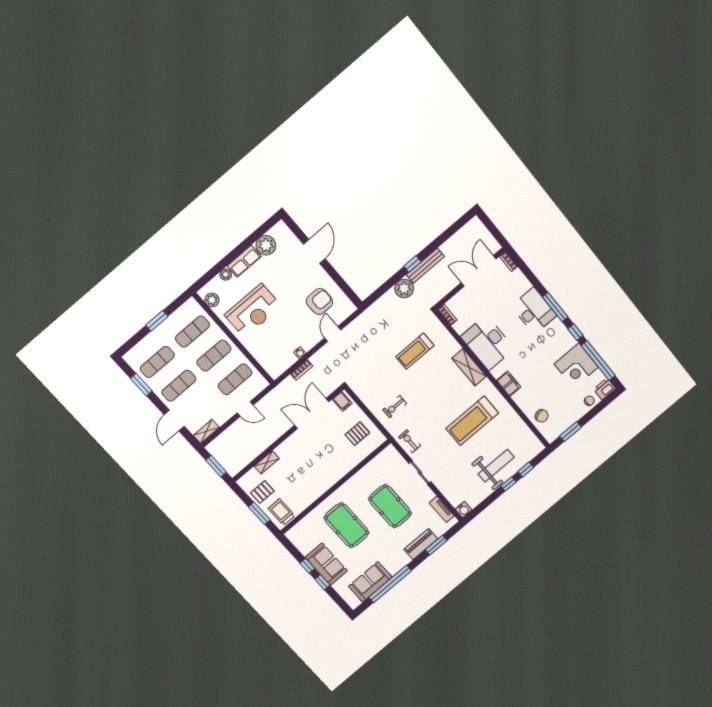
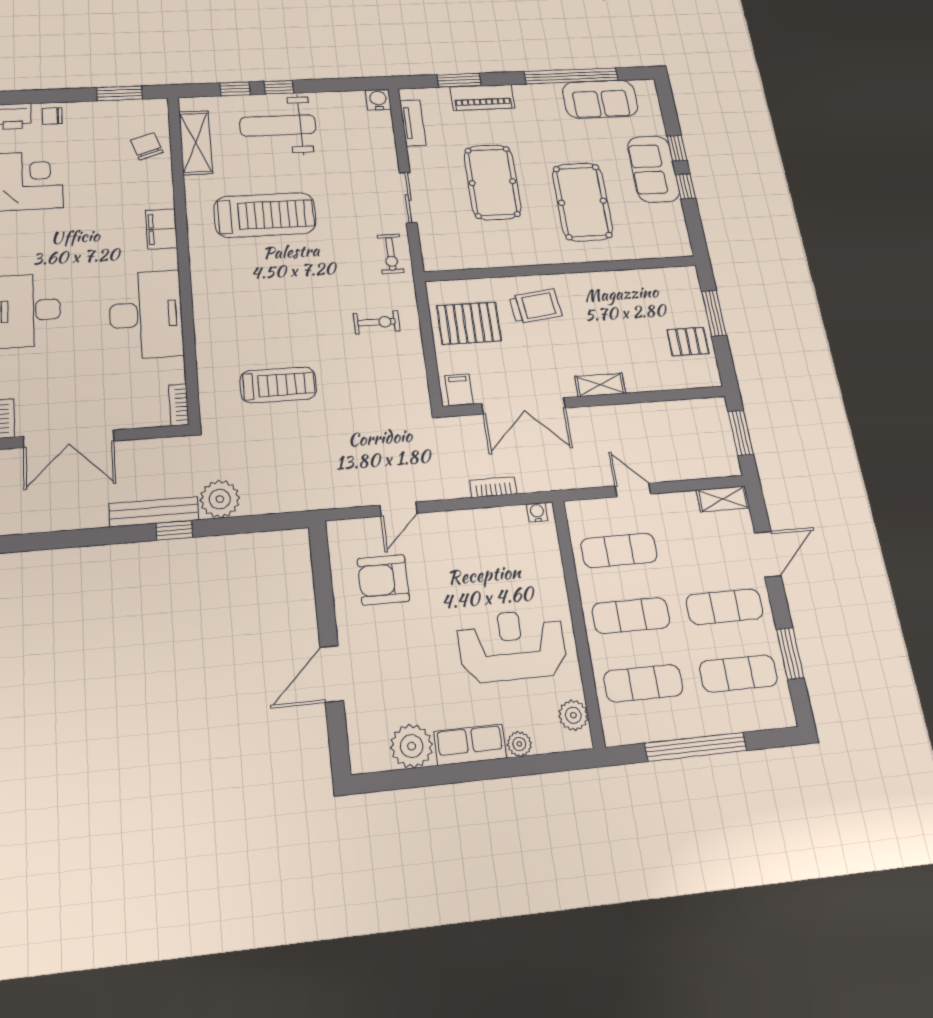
window: (157, 321) -> (696, 747), width x2.11
water cooler: (300, 353) -> (537, 512), moved
shelving: (469, 367) -> (196, 143), moved
pallet: (357, 434) -> (469, 323), width x1.50, depth x1.42
shelving: (267, 462) -> (600, 385), moved
trolley: (282, 512) -> (535, 306), moved, turned -97

